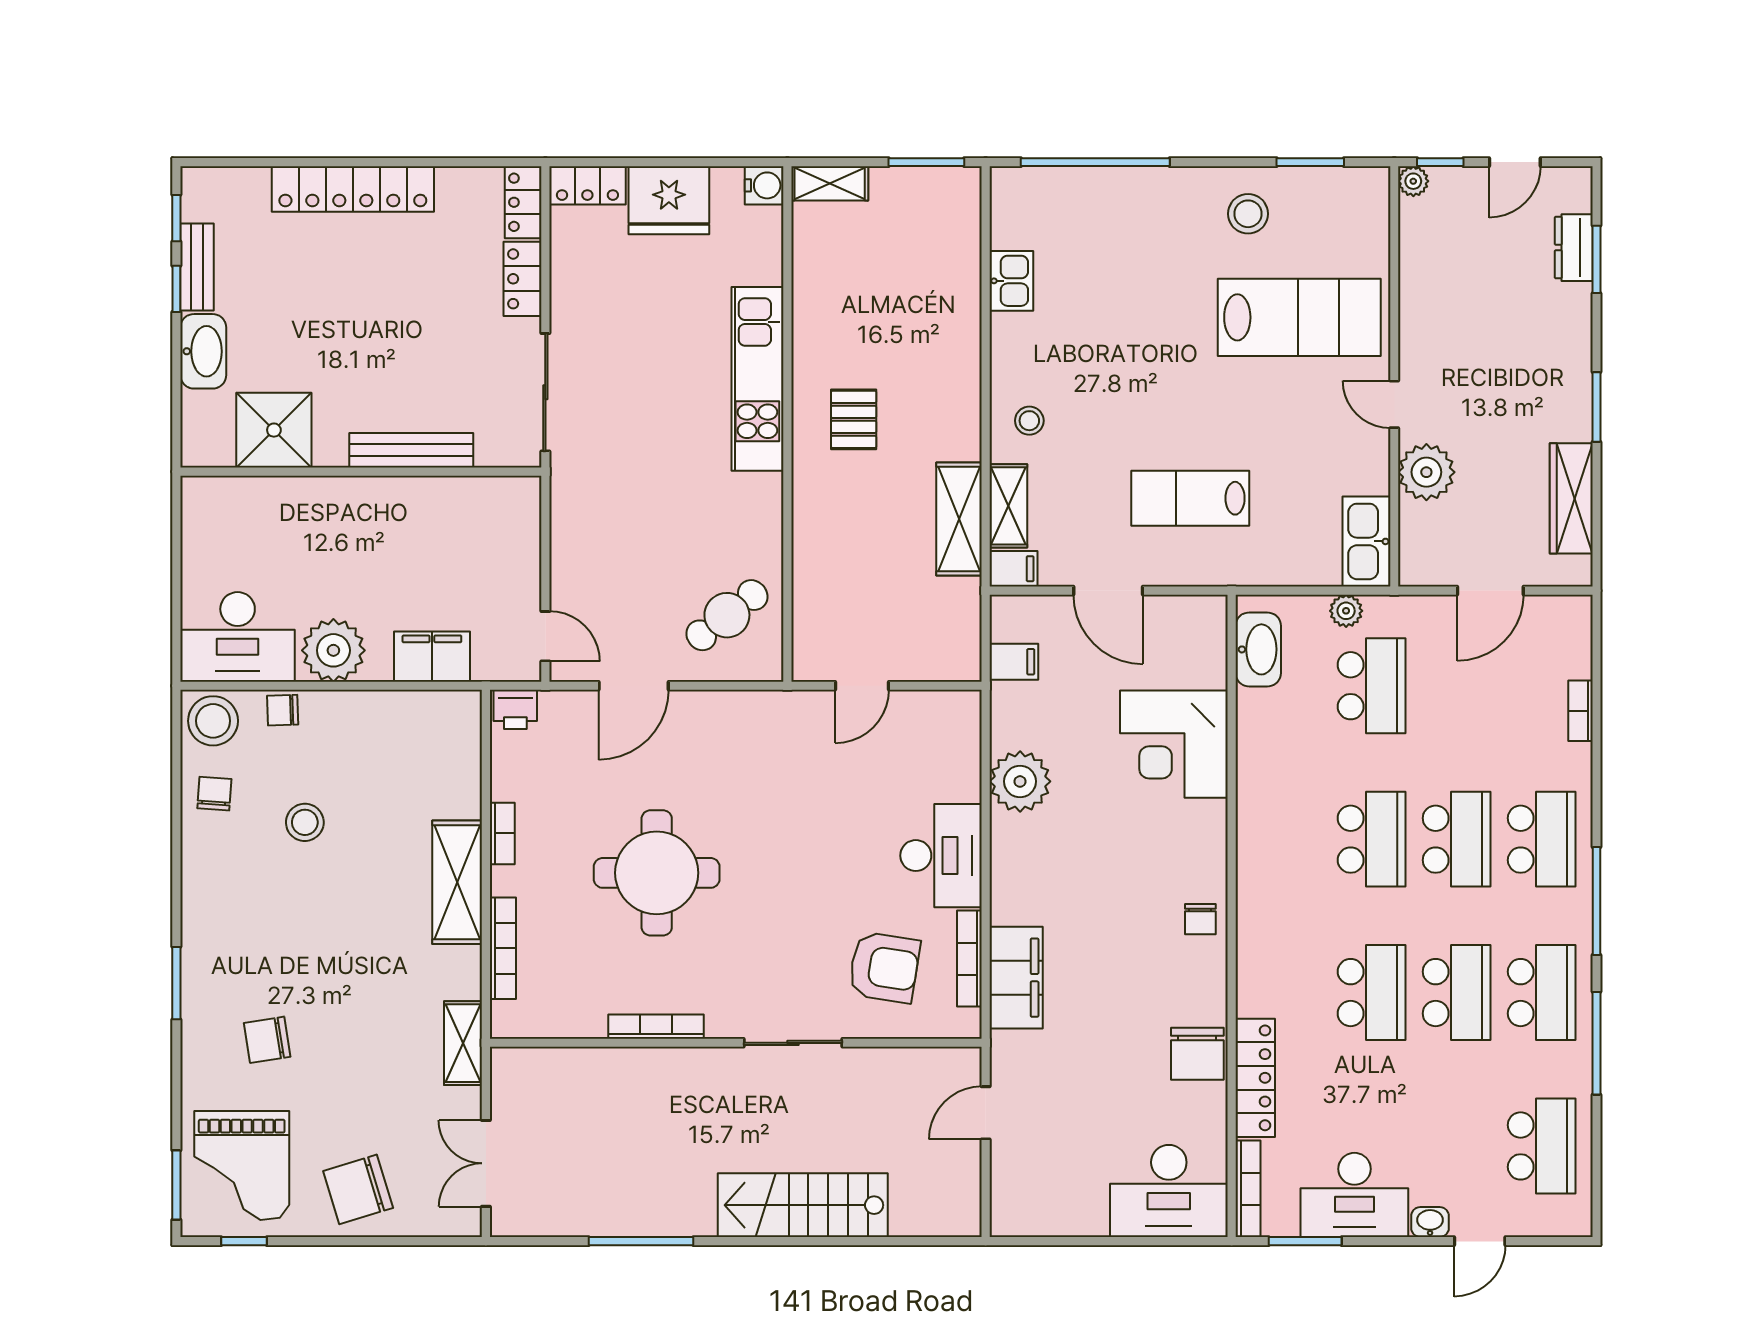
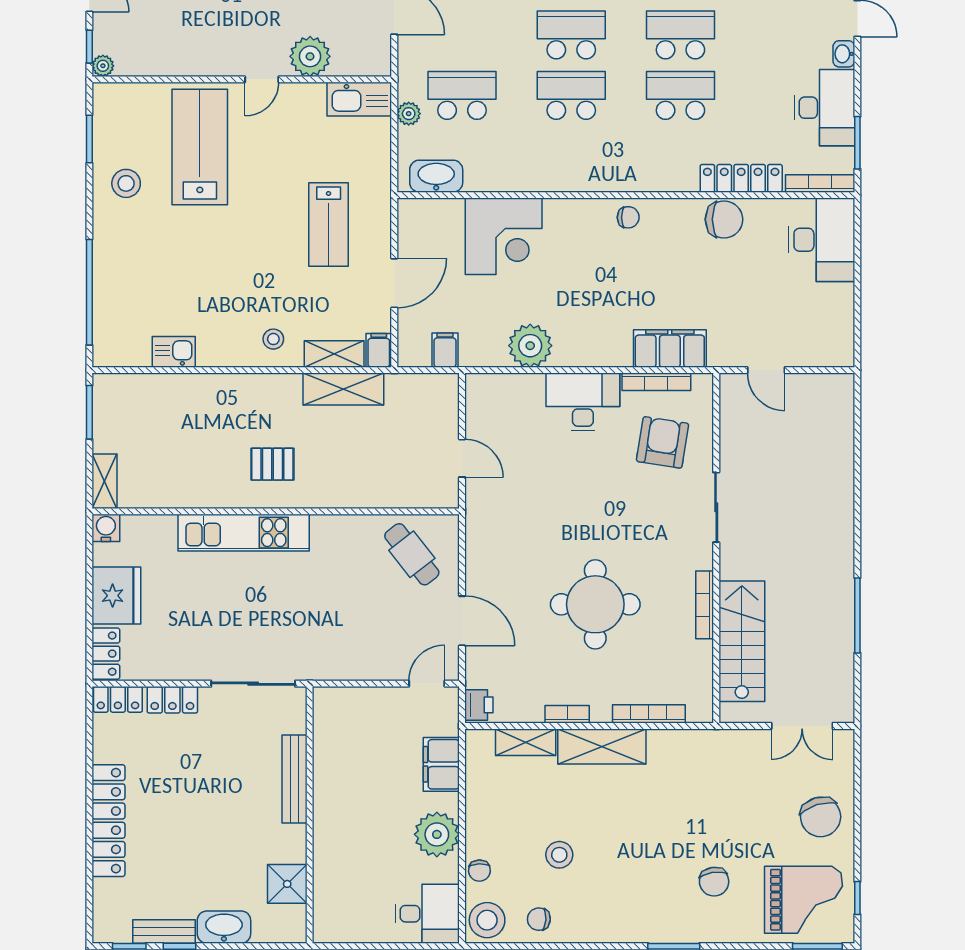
shower: (274, 430) -> (287, 884), width x0.73, depth x0.73
desk: (238, 637) -> (427, 914), width x0.73
shelving: (463, 1043) -> (526, 742), moved
stairs: (803, 1205) -> (742, 641), moved, turned 180

